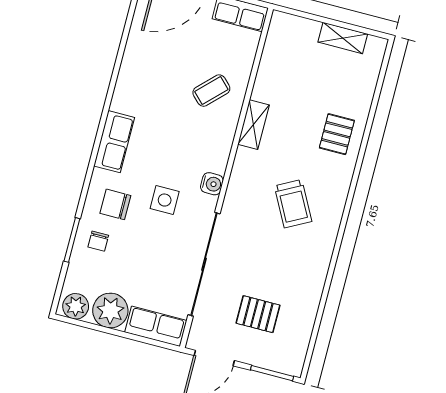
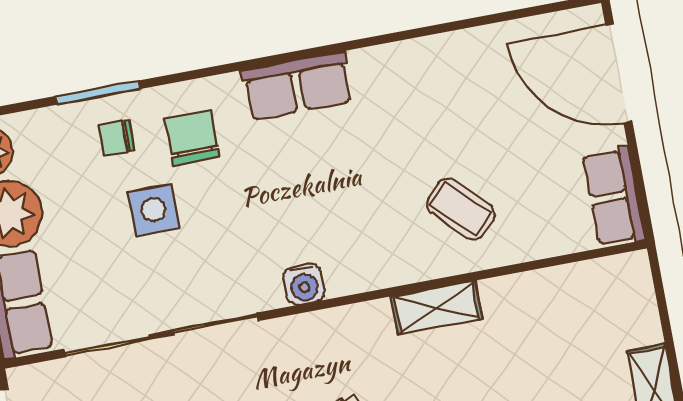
side table: (165, 200) -> (153, 210), moved

